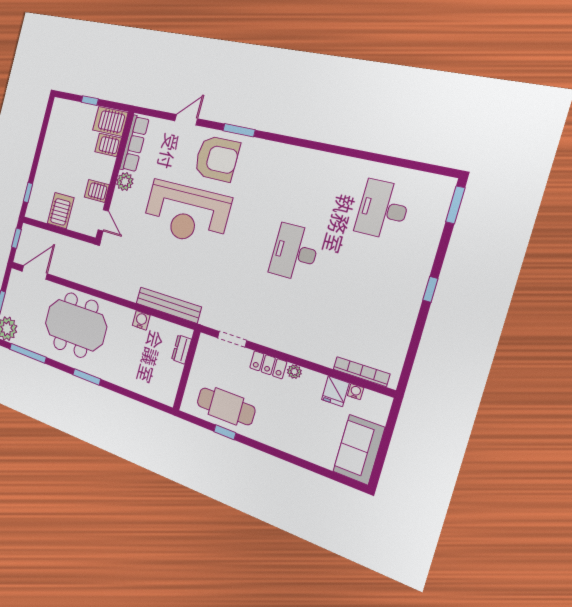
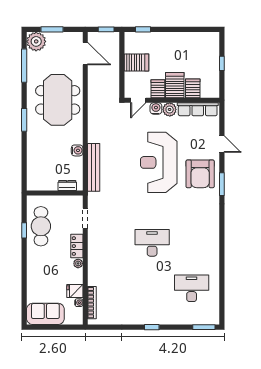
server rack: (110, 121) -> (175, 85), moved
water cooler: (119, 199) -> (156, 108), added

